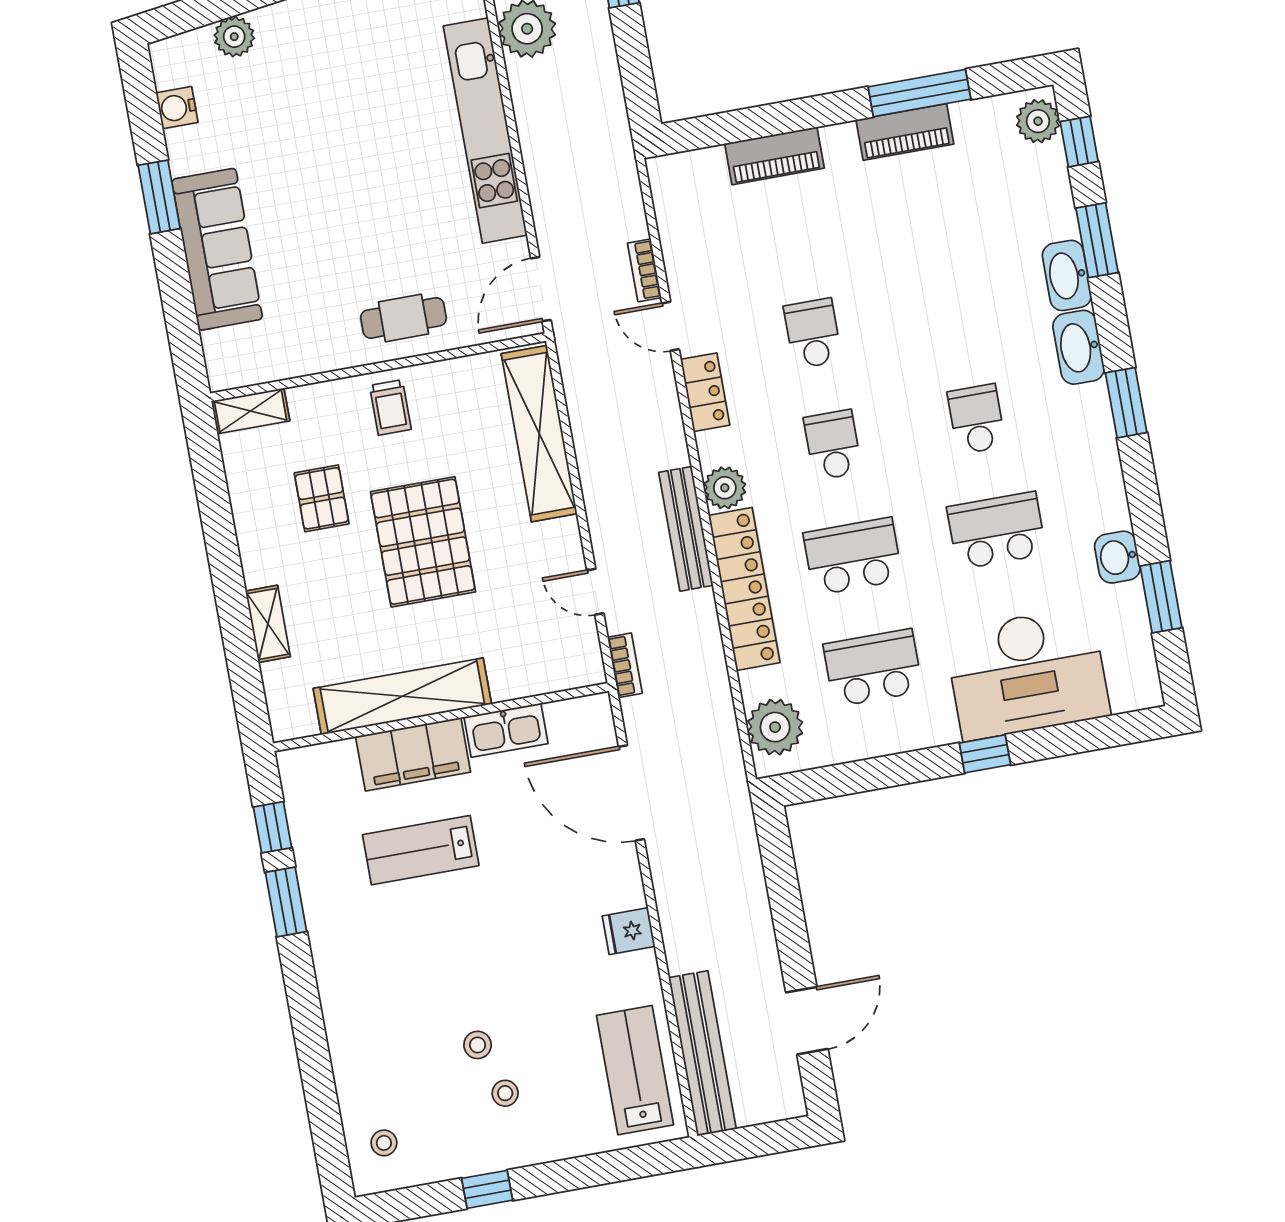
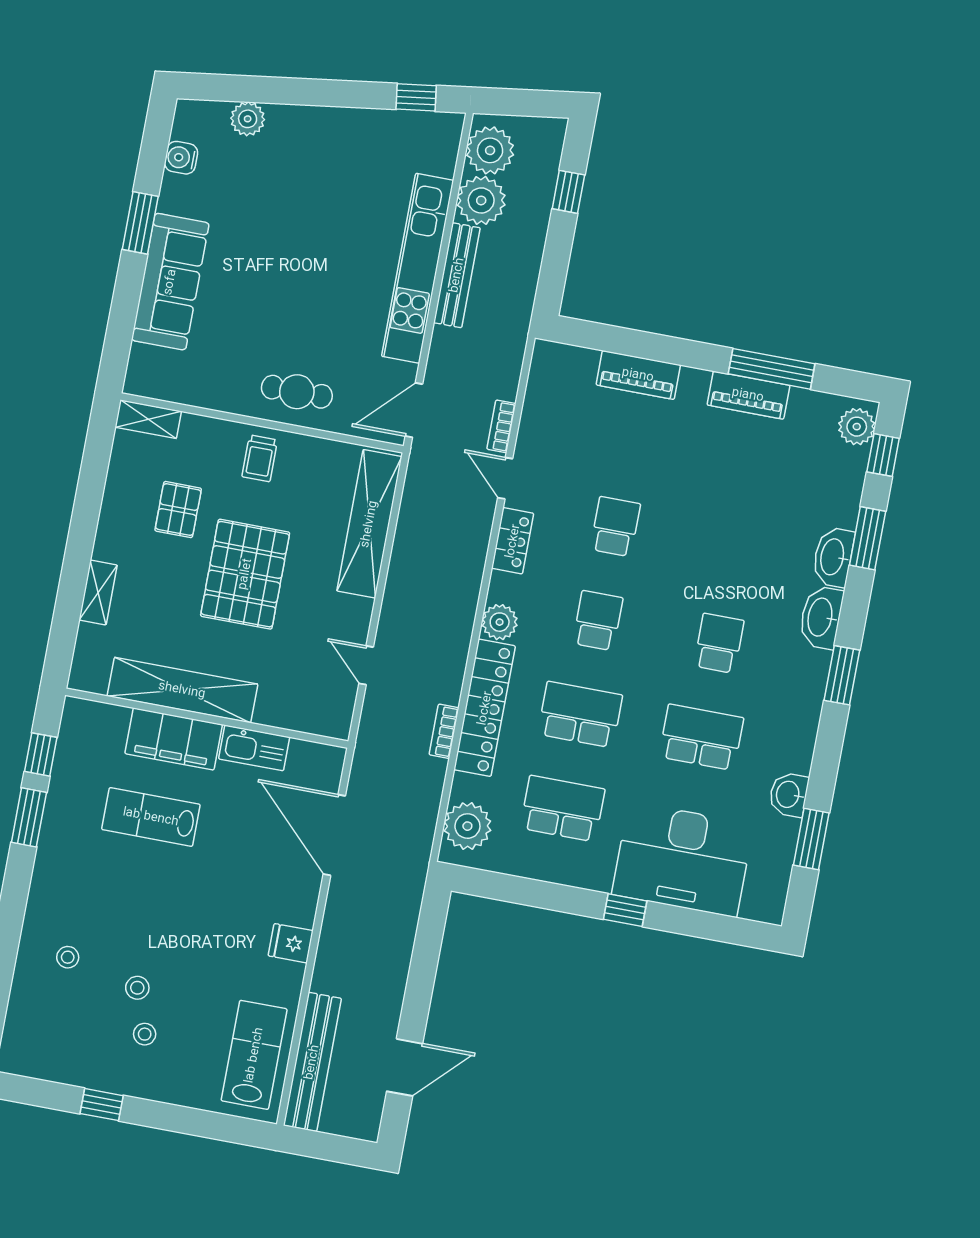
bench: (686, 529) -> (457, 275), moved
bookcase: (625, 665) -> (444, 731), moved, turned 180
stool: (384, 1143) -> (68, 957), moved

